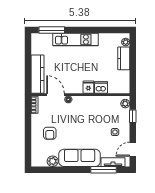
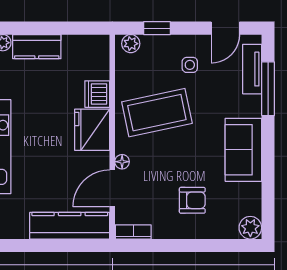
fridge: (88, 87) -> (92, 130), width x1.88, depth x1.34
coffee table: (92, 116) -> (157, 113), added
door: (133, 149) -> (225, 28), hinge flipped
sofa: (80, 158) -> (243, 150), width x0.73
plant: (53, 161) -> (250, 228), moved

